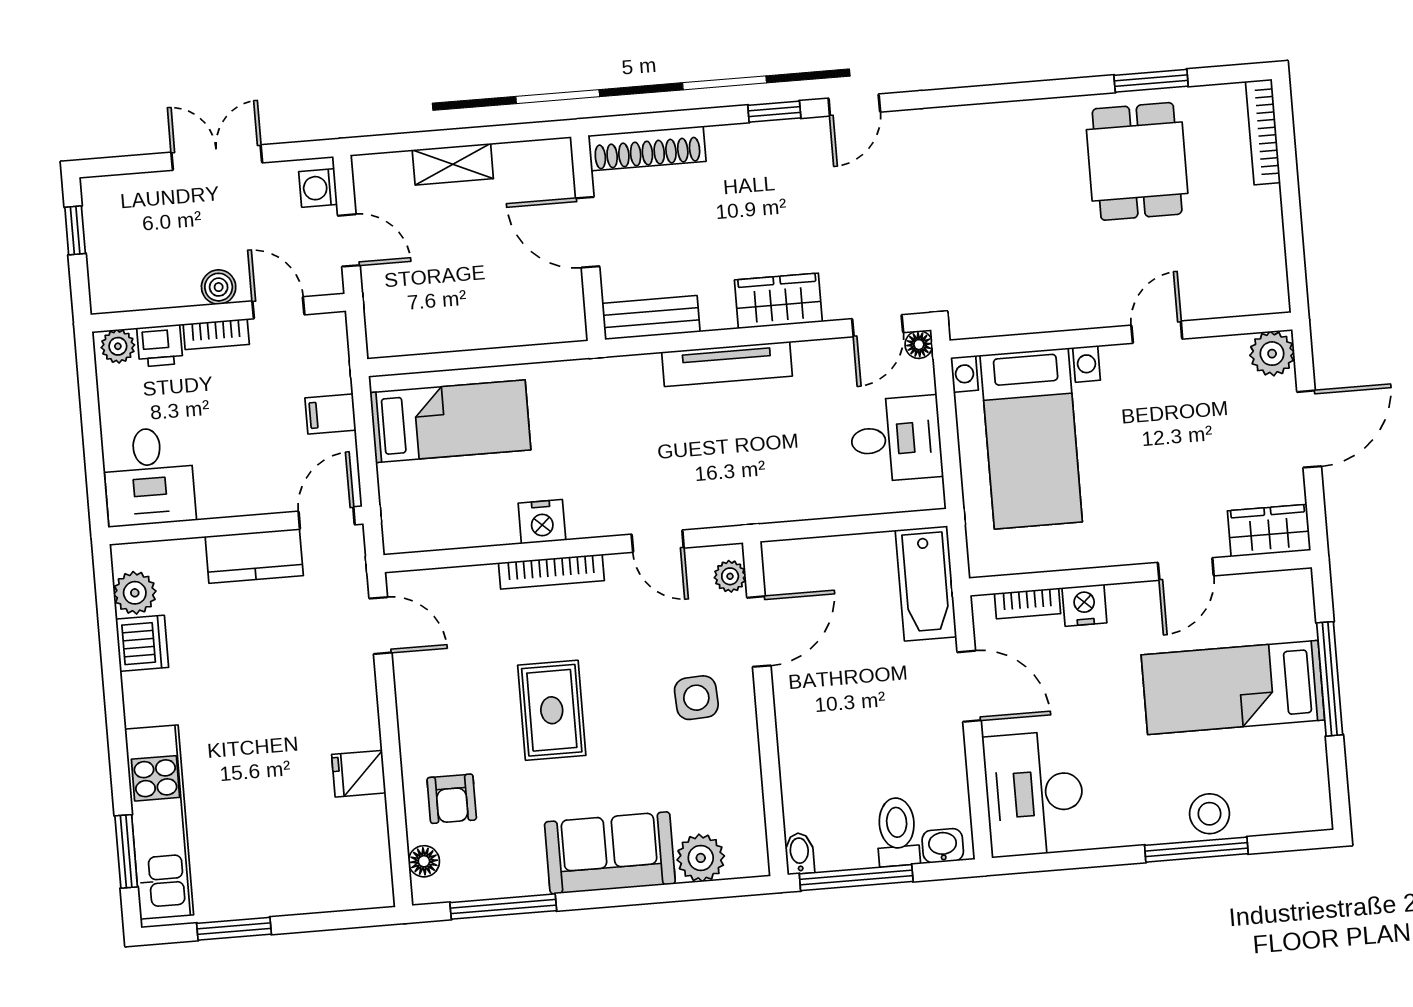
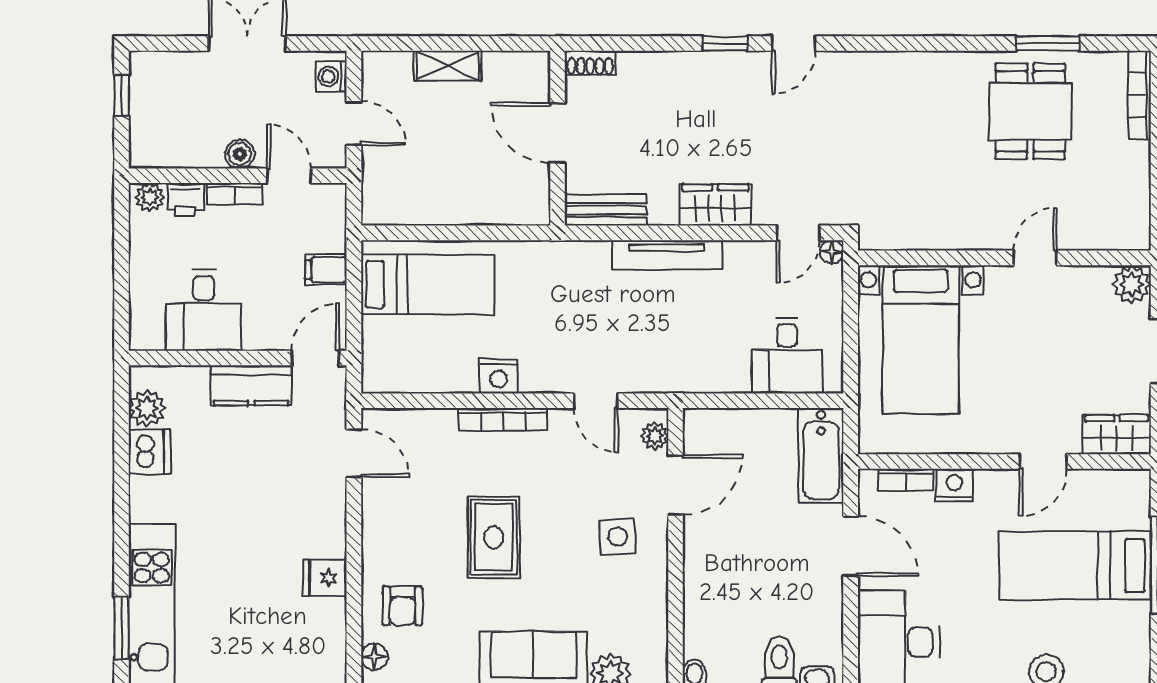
shoe rack: (647, 148) -> (590, 63), width x0.51, depth x0.81
desk: (896, 439) -> (787, 356), moved, turned 90
desk: (149, 476) -> (204, 310), moved

